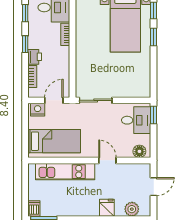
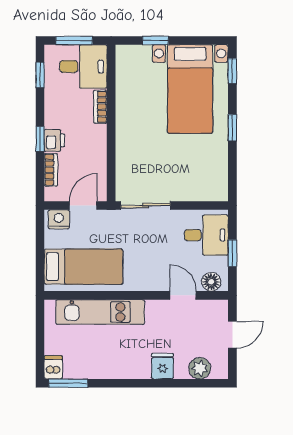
window: (154, 37) -> (232, 128), moved
window: (25, 44) -> (40, 139), moved
window: (154, 115) -> (232, 253), moved
door: (107, 160) -> (183, 295), moved

